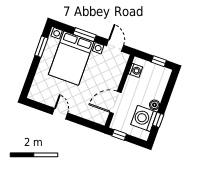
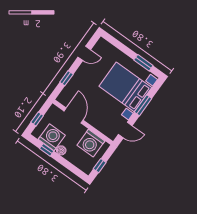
washing machine: (135, 70) -> (91, 143), width x1.89, depth x1.89
door: (60, 114) -> (84, 53), moved
window: (80, 121) -> (66, 78), added
window: (119, 135) -> (37, 119), moved

